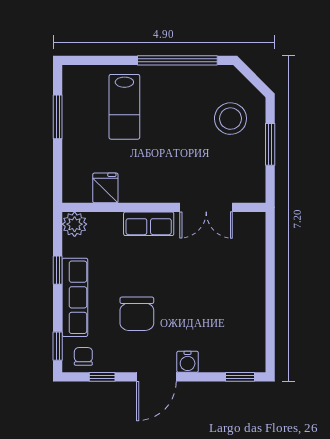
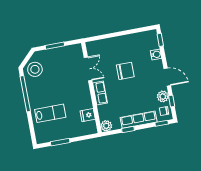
stool: (230, 119) -> (35, 69), moved
chair: (137, 314) -> (125, 71), moved
plant: (116, 360) -> (163, 96), added
water cooler: (188, 362) -> (156, 54), moved

